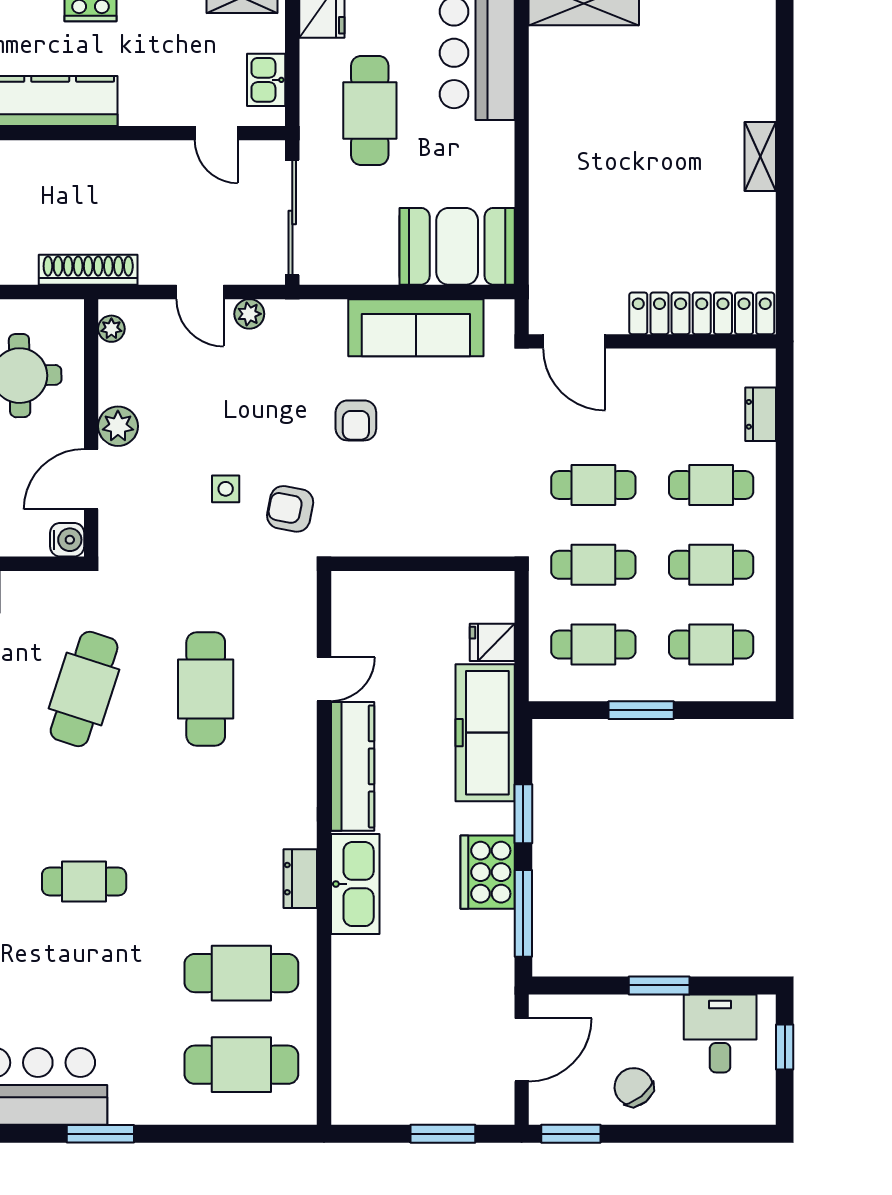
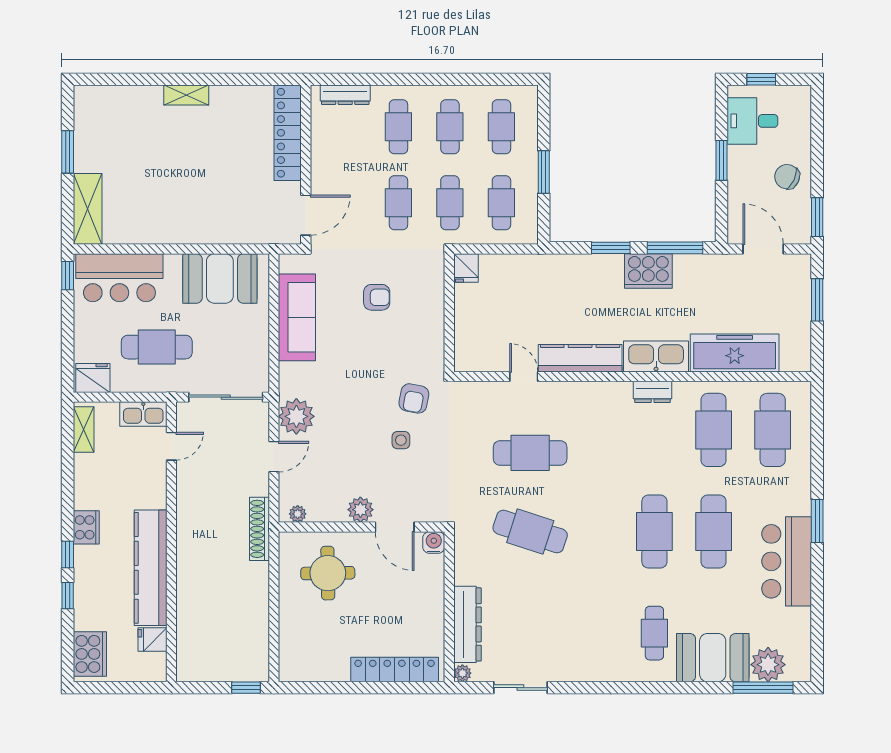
kitchen sink: (266, 80) -> (143, 414), width x1.38
booth: (457, 246) -> (220, 278), moved, turned 90
plant: (249, 314) -> (296, 416), width x1.88, depth x1.88
dresser: (761, 414) -> (345, 95), width x1.44
armchair: (356, 420) -> (377, 297), moved
fridge: (492, 642) -> (466, 268), moved
freezer: (485, 733) -> (735, 353), moved, turned 180
cafe table: (84, 882) -> (654, 532), width x1.37, depth x1.35
cafe table: (84, 973) -> (714, 532), added
chair: (634, 1087) -> (787, 177), turned 64

